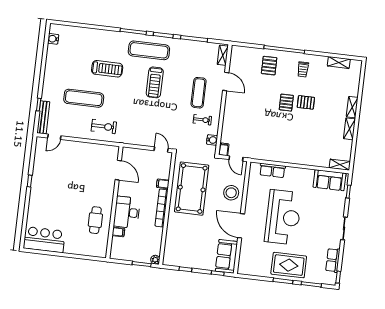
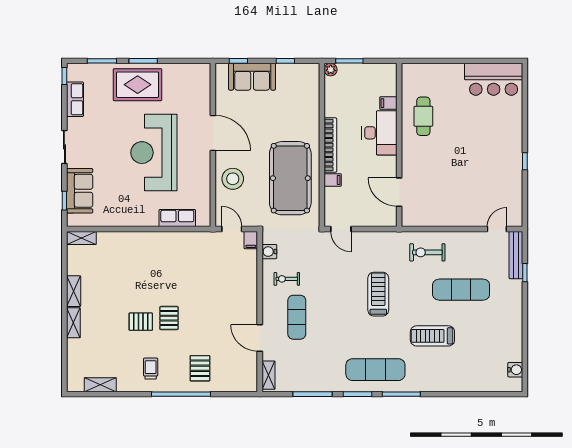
treadmill: (155, 82) -> (378, 294), moved
sofa: (330, 180) -> (80, 191), moved, turned 90
sofa: (226, 256) -> (252, 77), moved, turned 90

